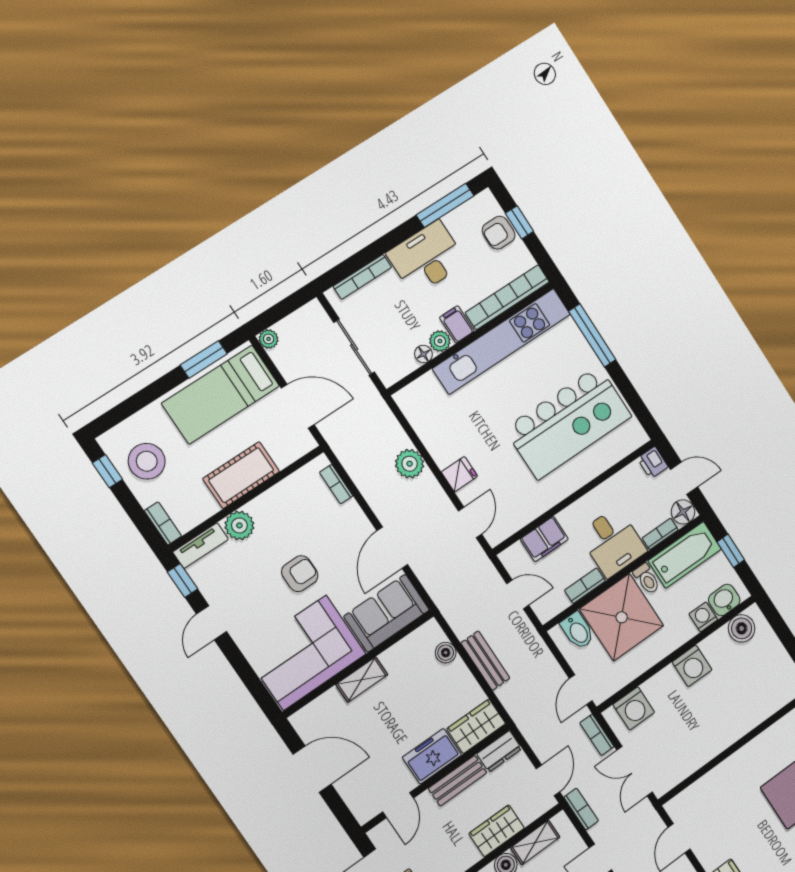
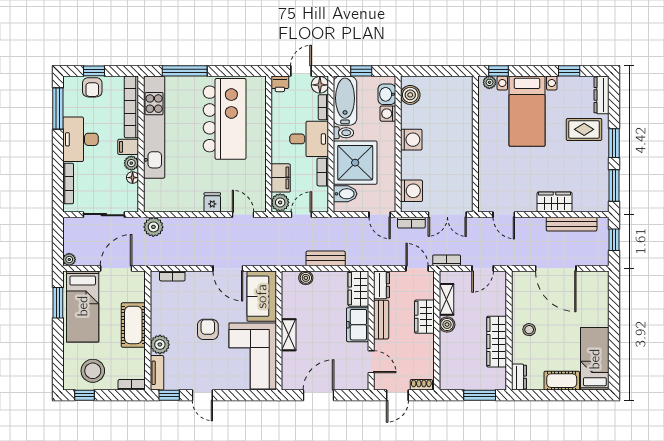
plant: (410, 464) -> (153, 227), moved
plant: (515, 558) -> (280, 202), added

